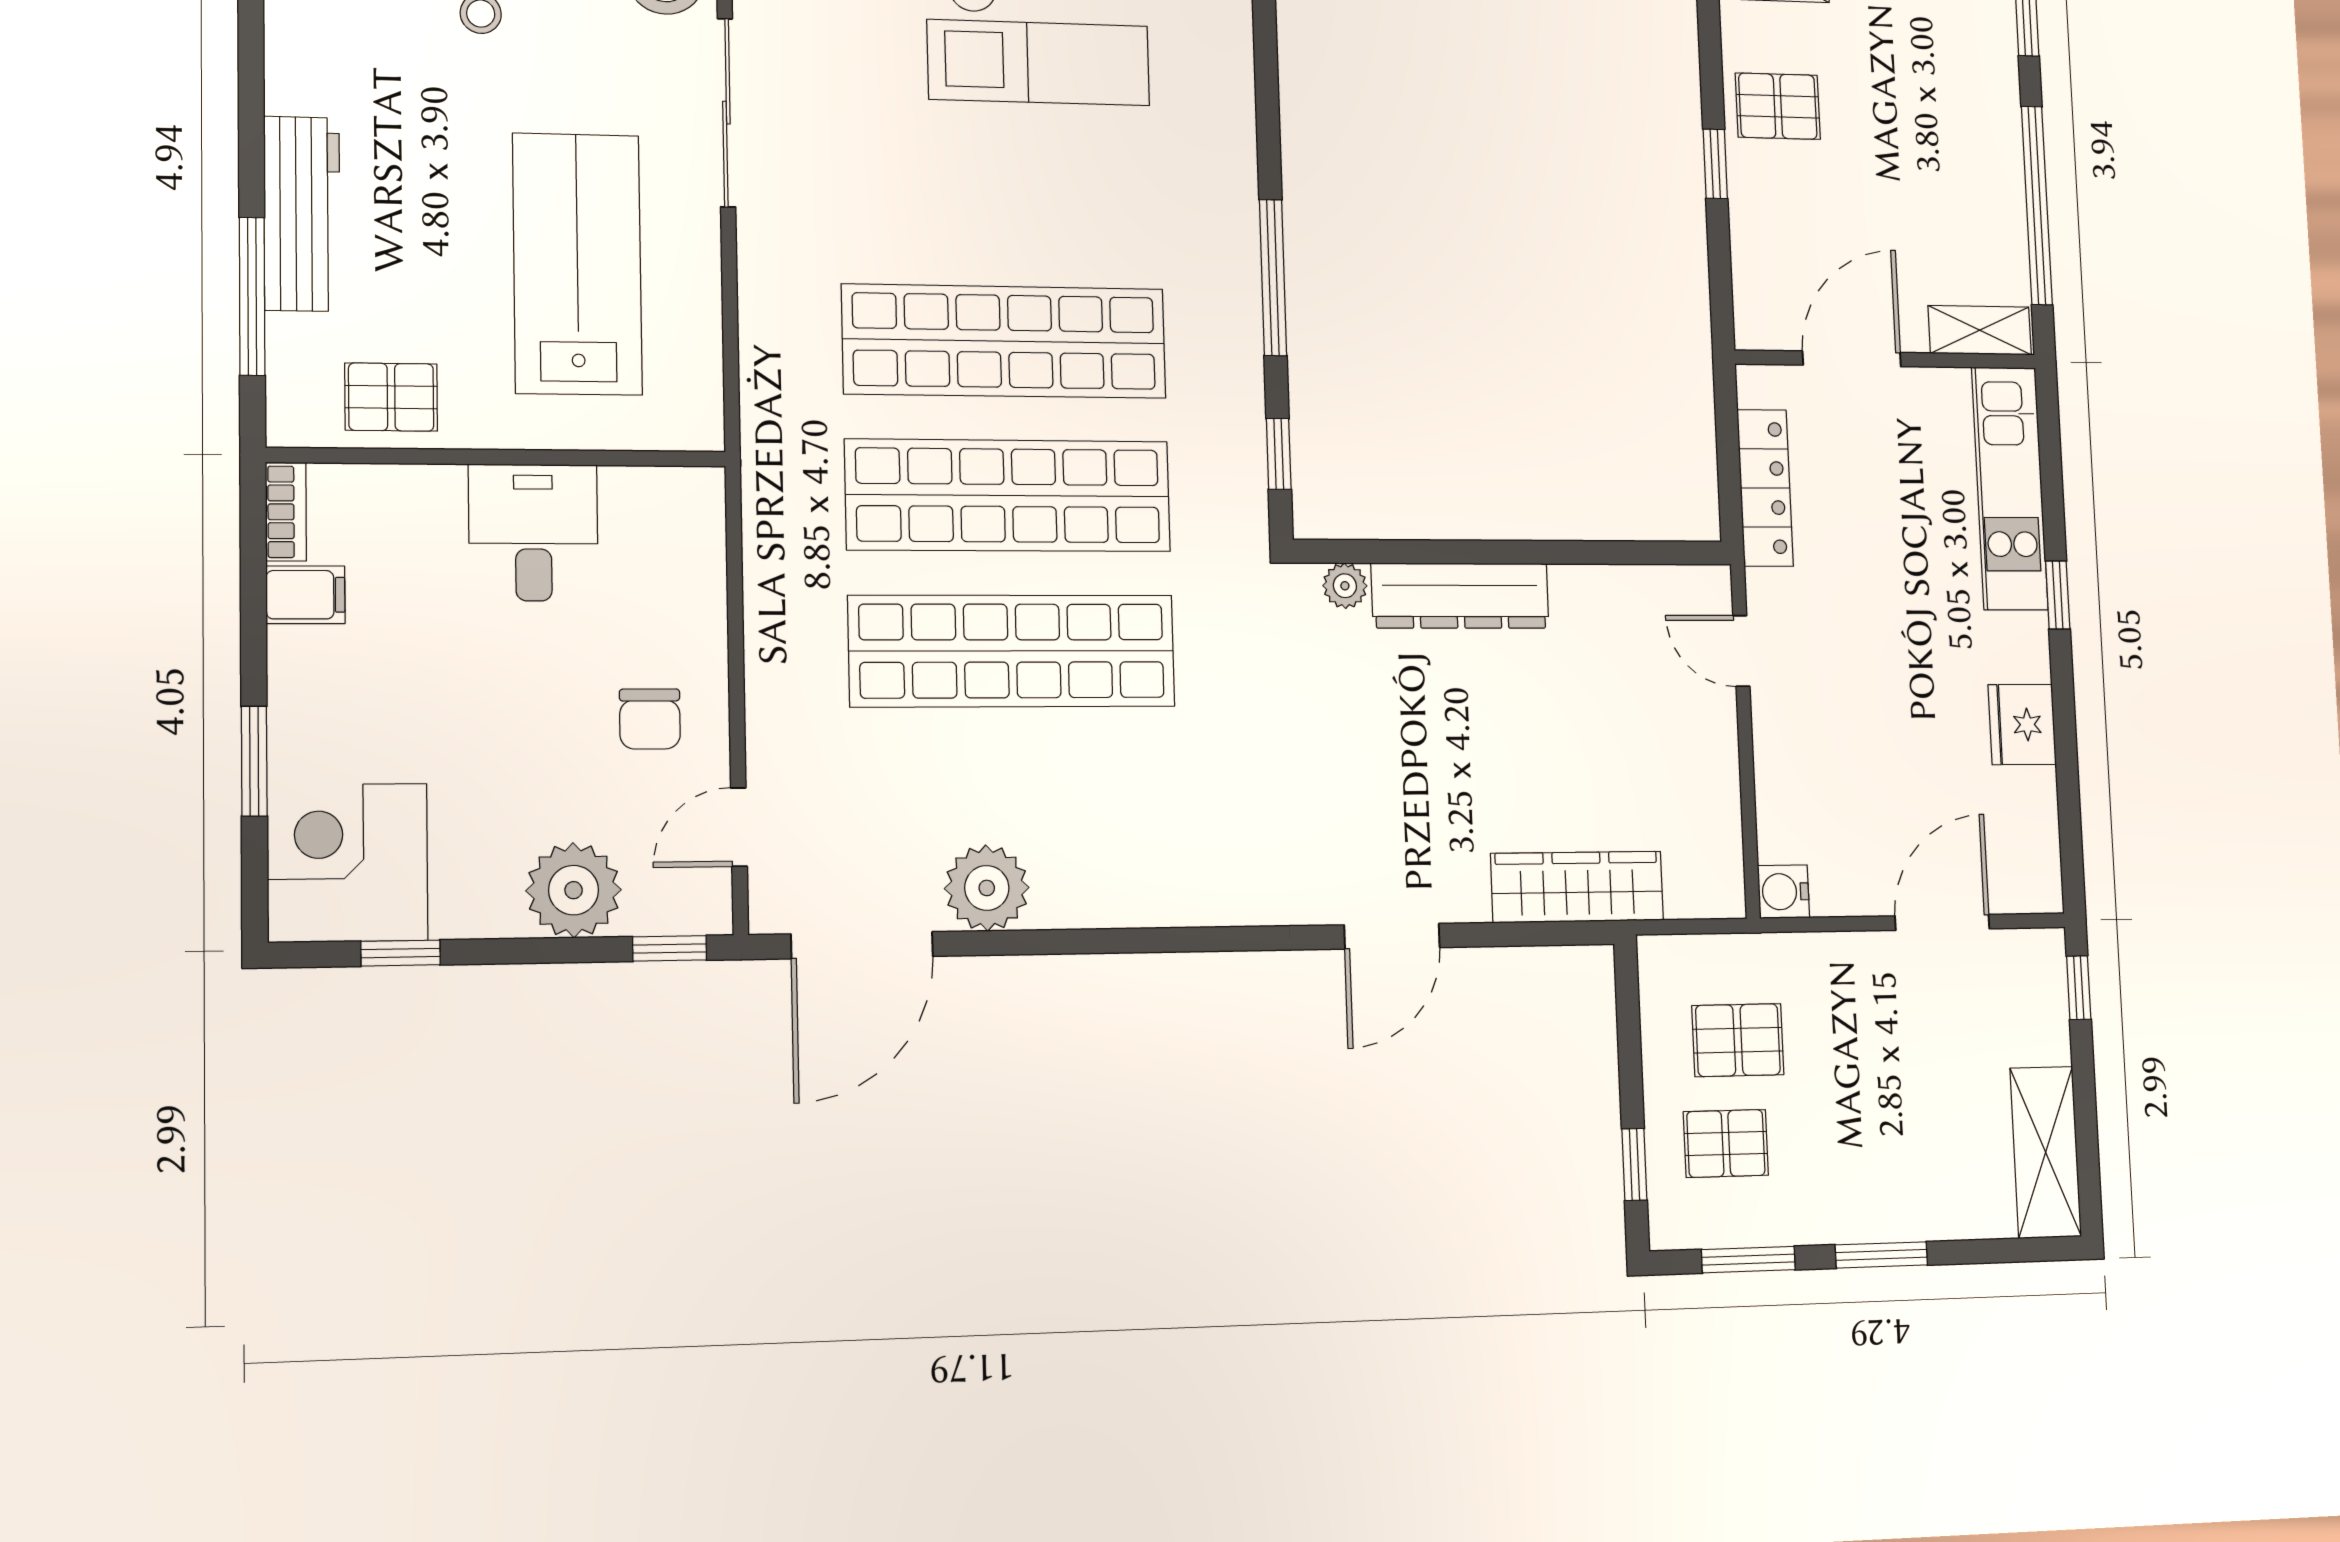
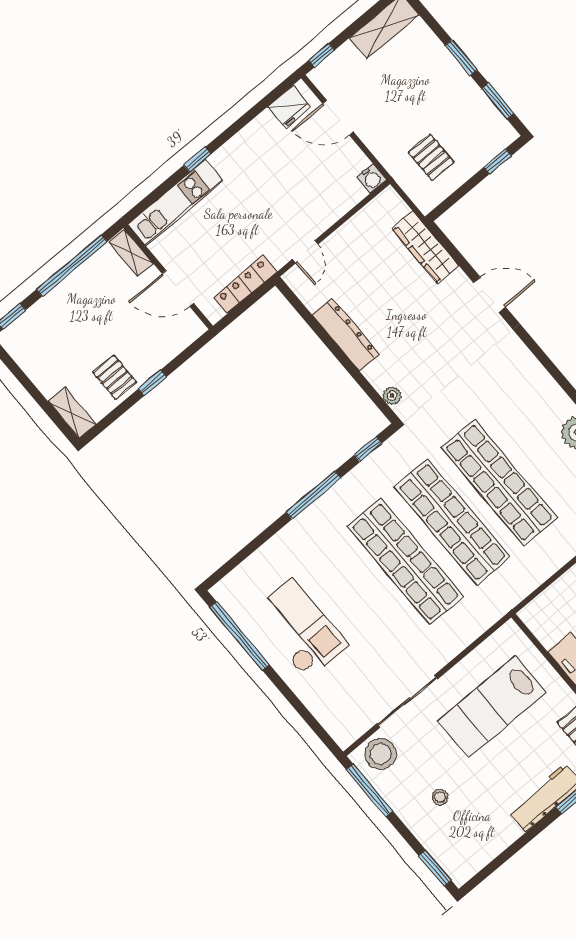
dresser: (1460, 596) -> (346, 335), moved
fridge: (2022, 725) -> (289, 107), moved
pallet: (1726, 1144) -> (467, 136), removed

